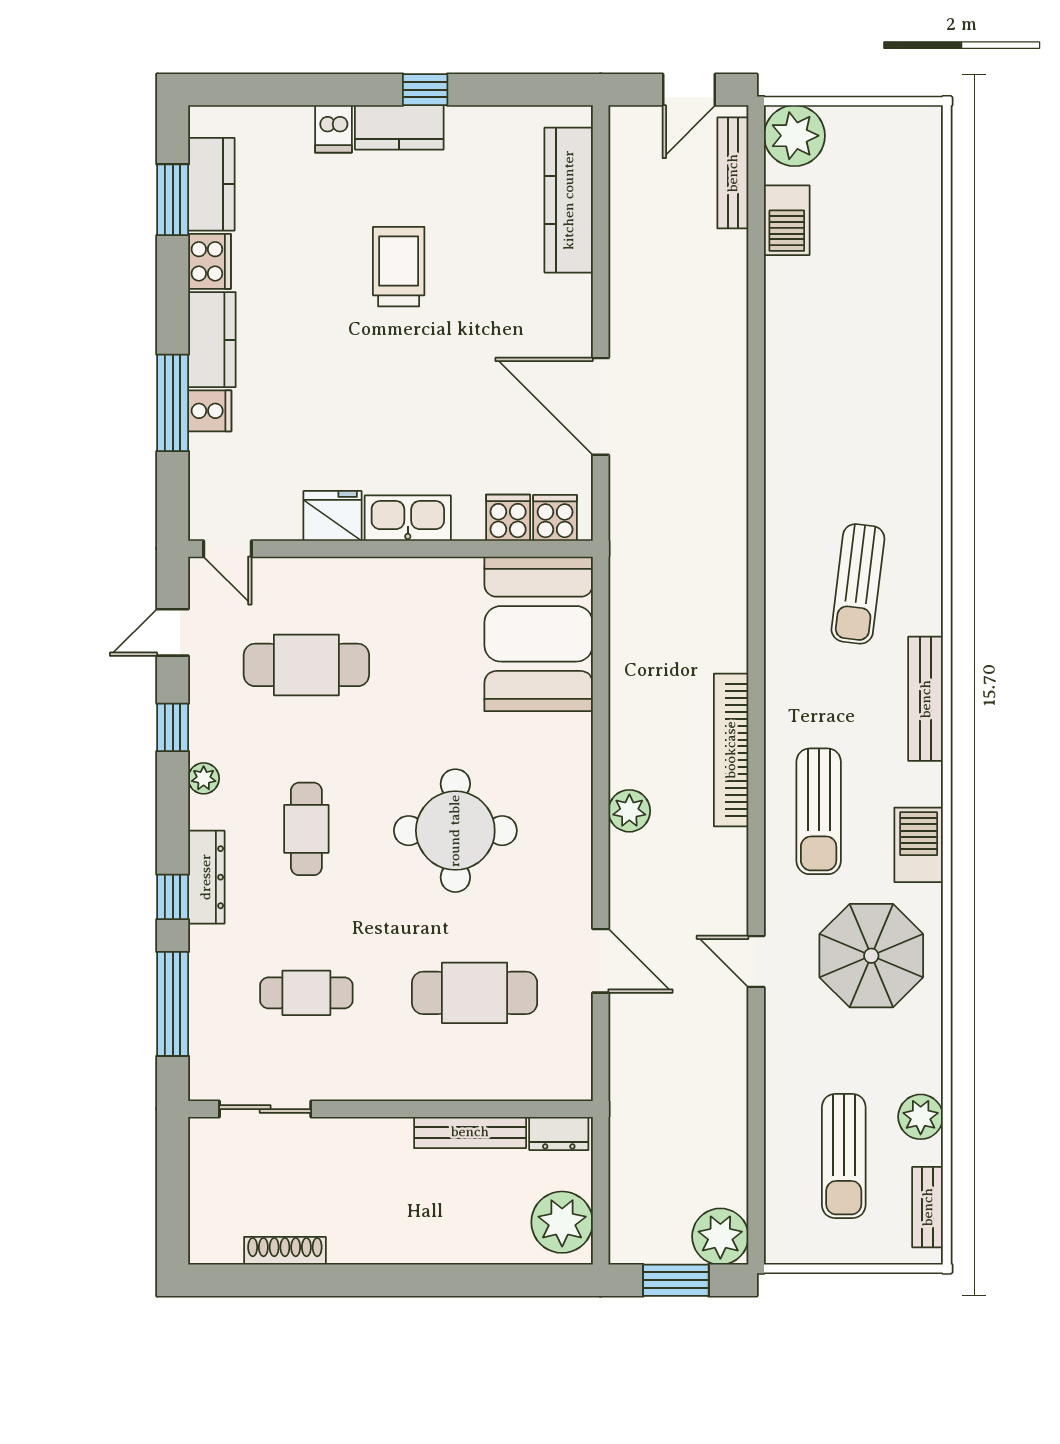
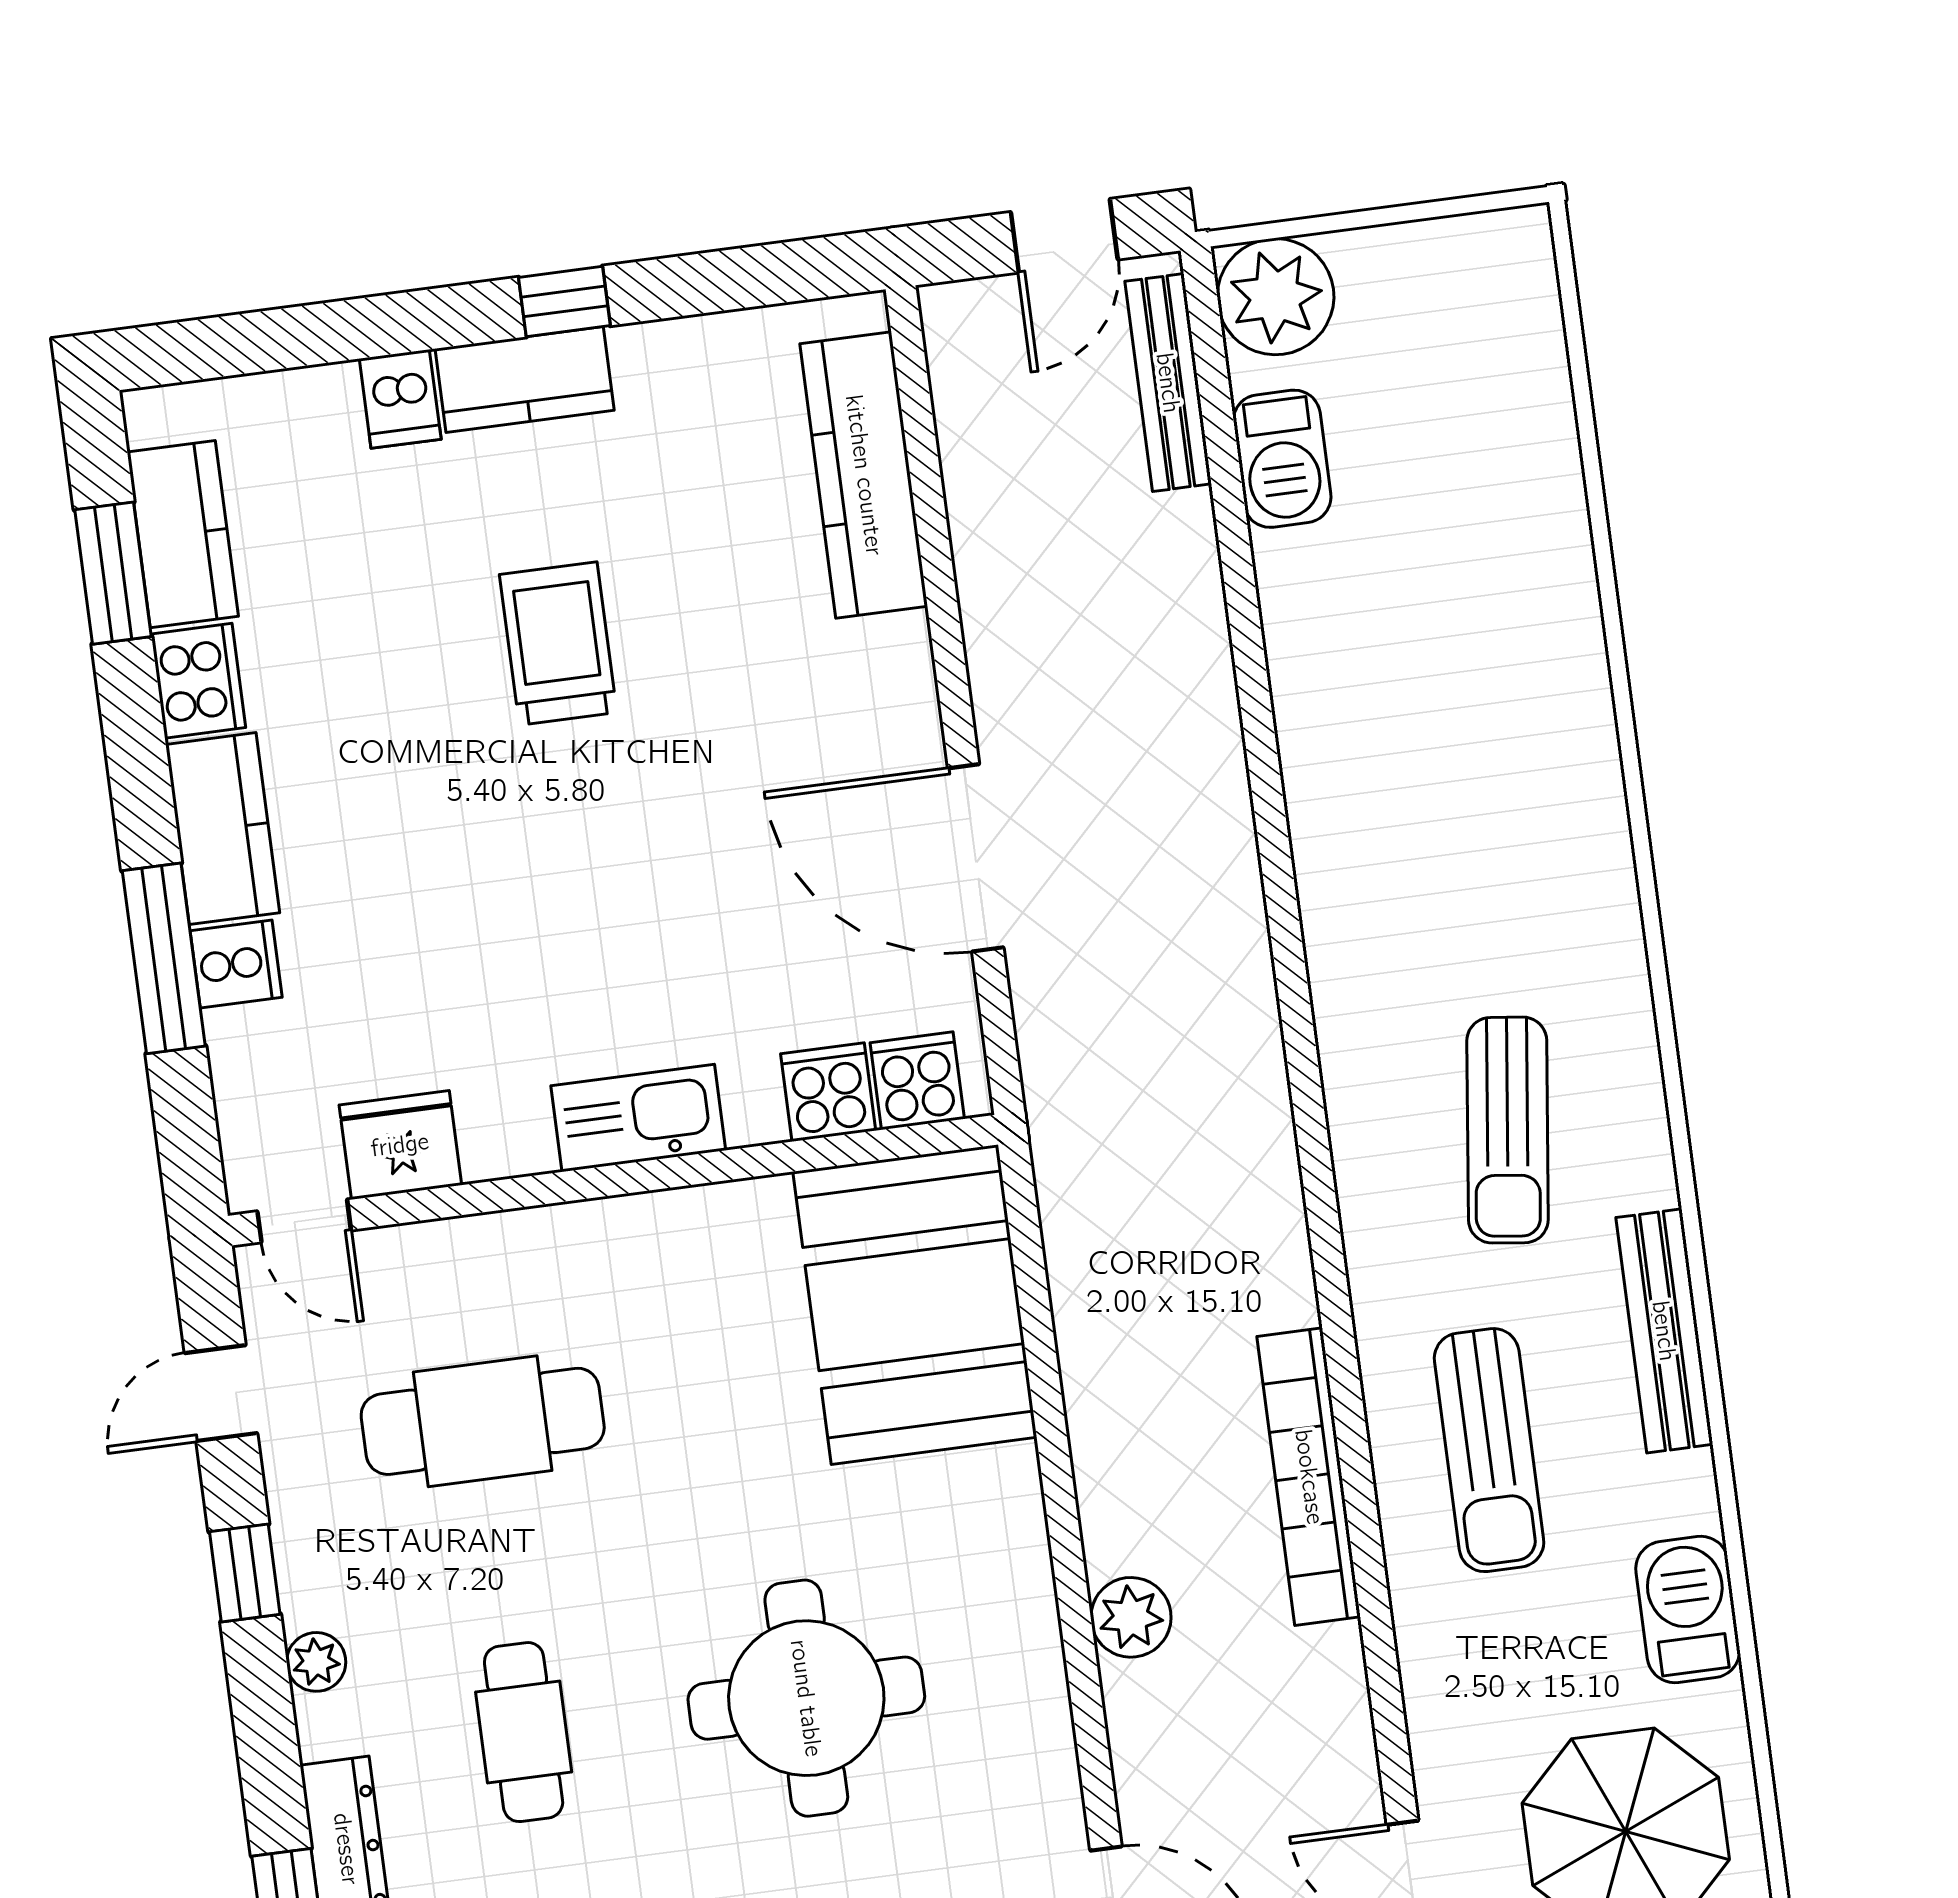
fridge: (333, 516) -> (400, 1145), moved
sun lounger: (819, 811) -> (1489, 1450), moved

